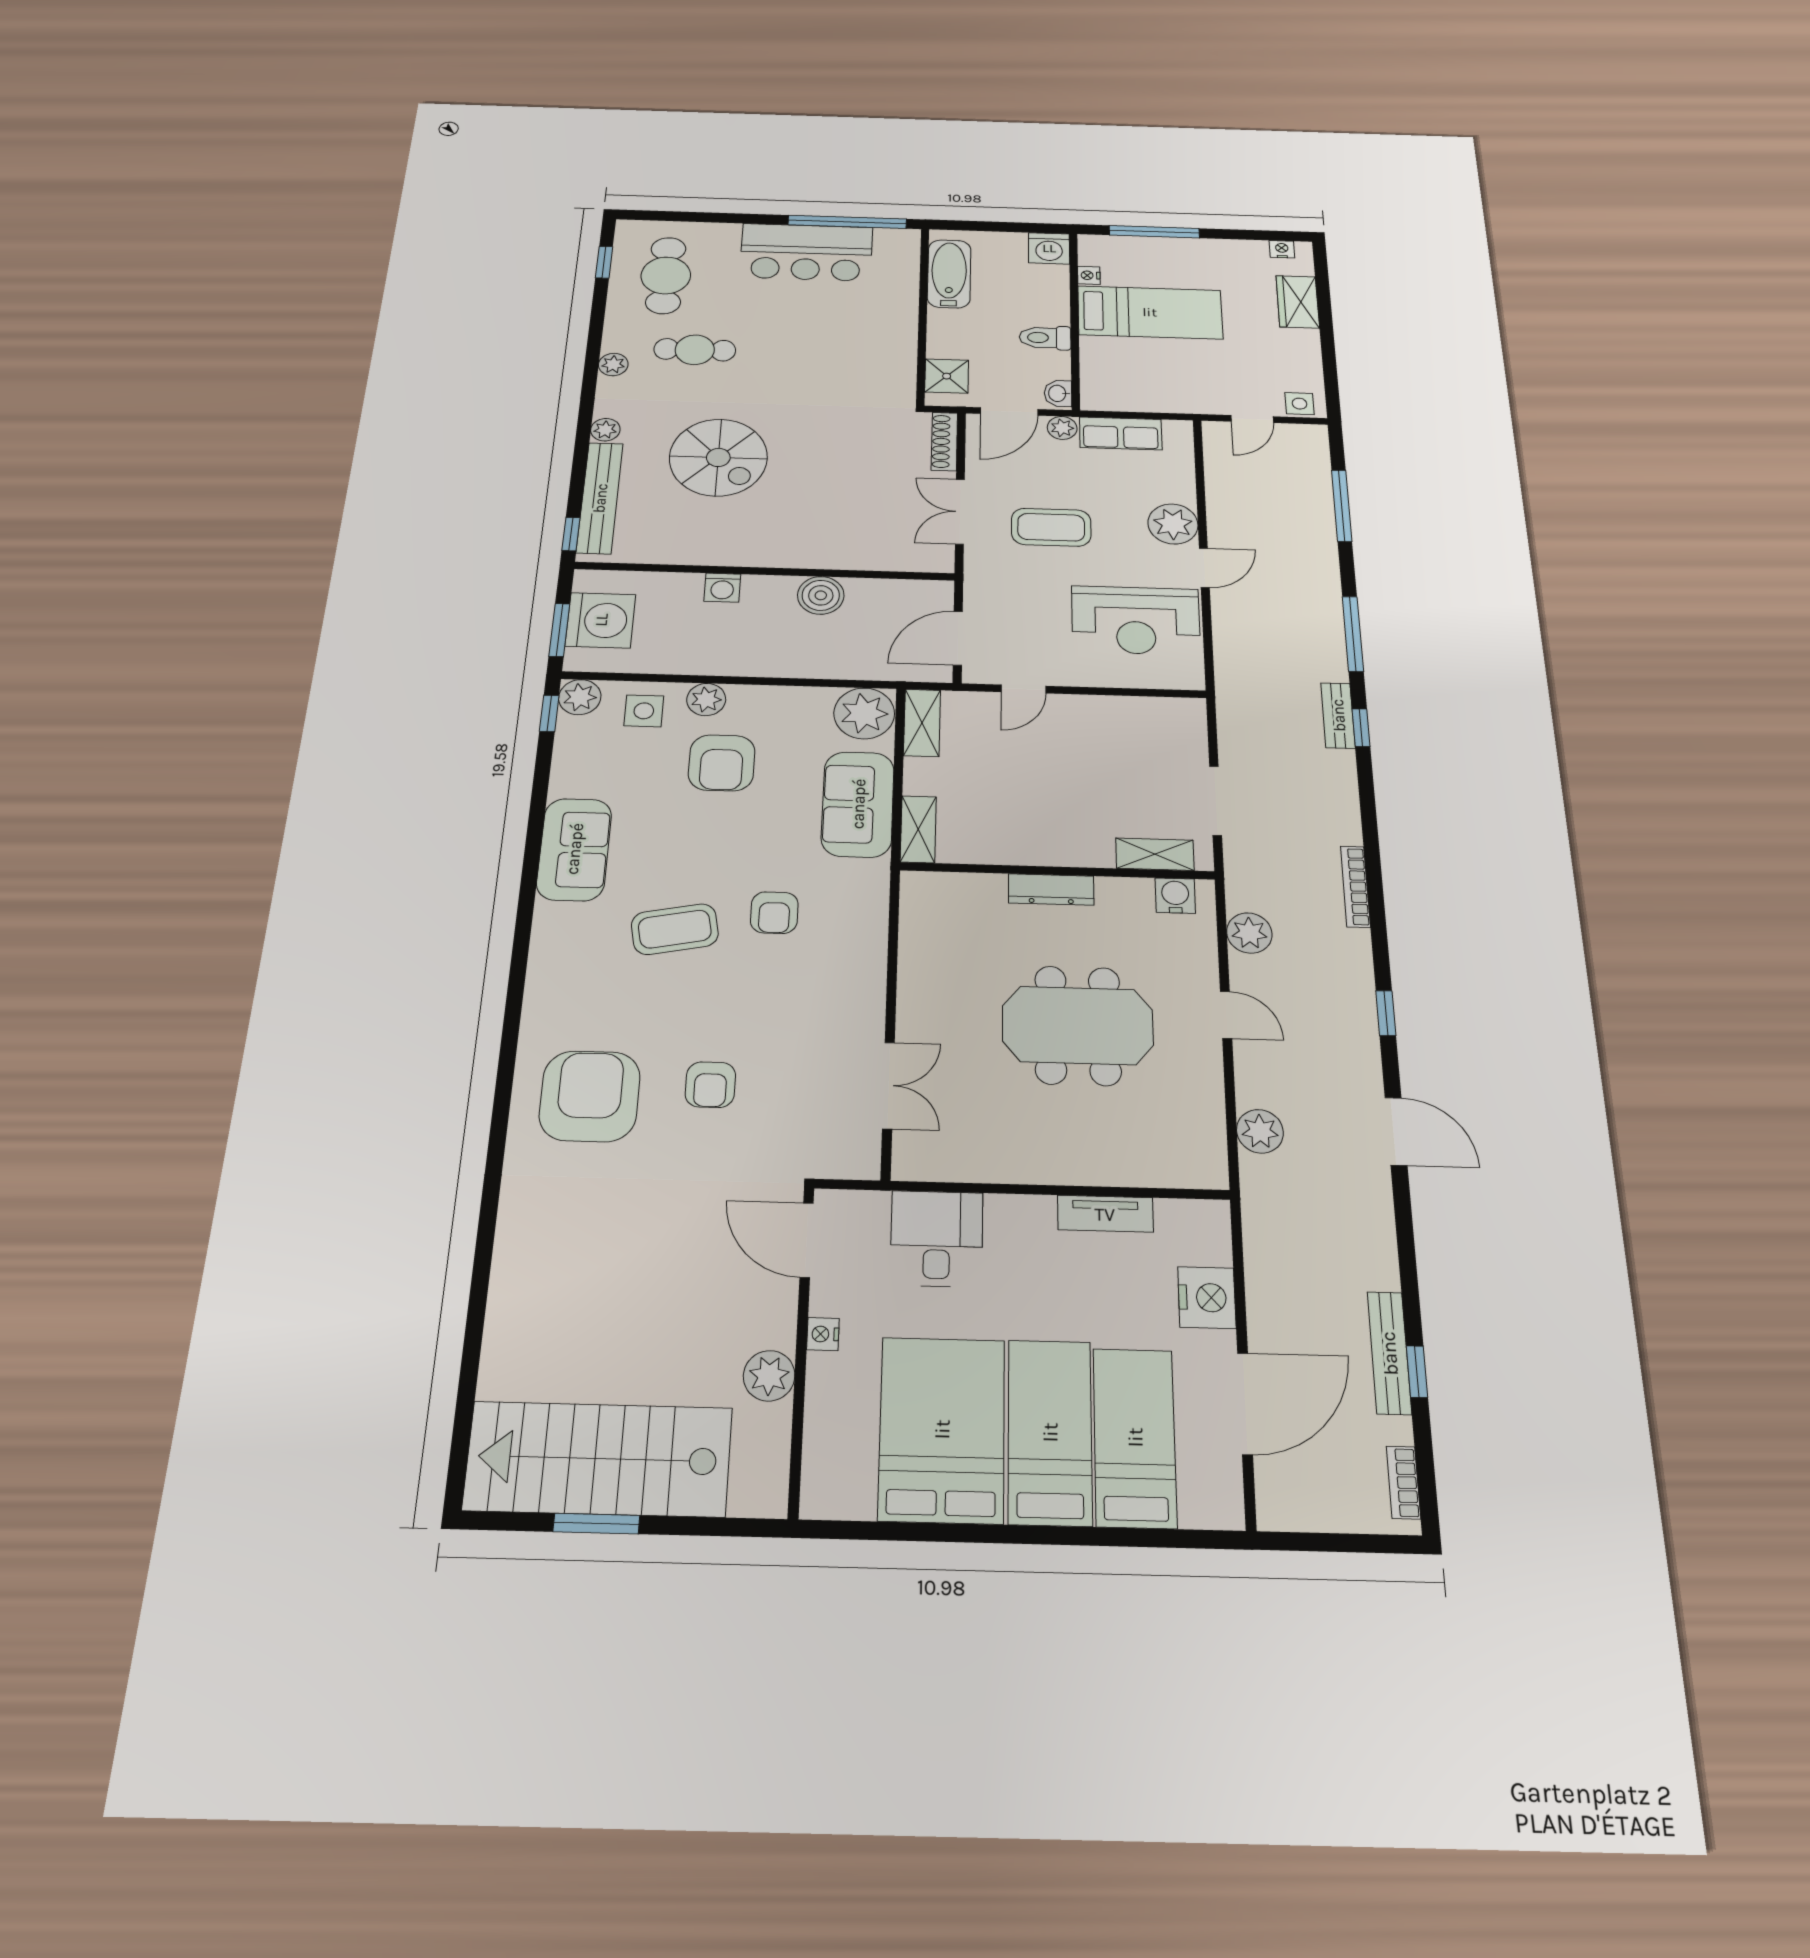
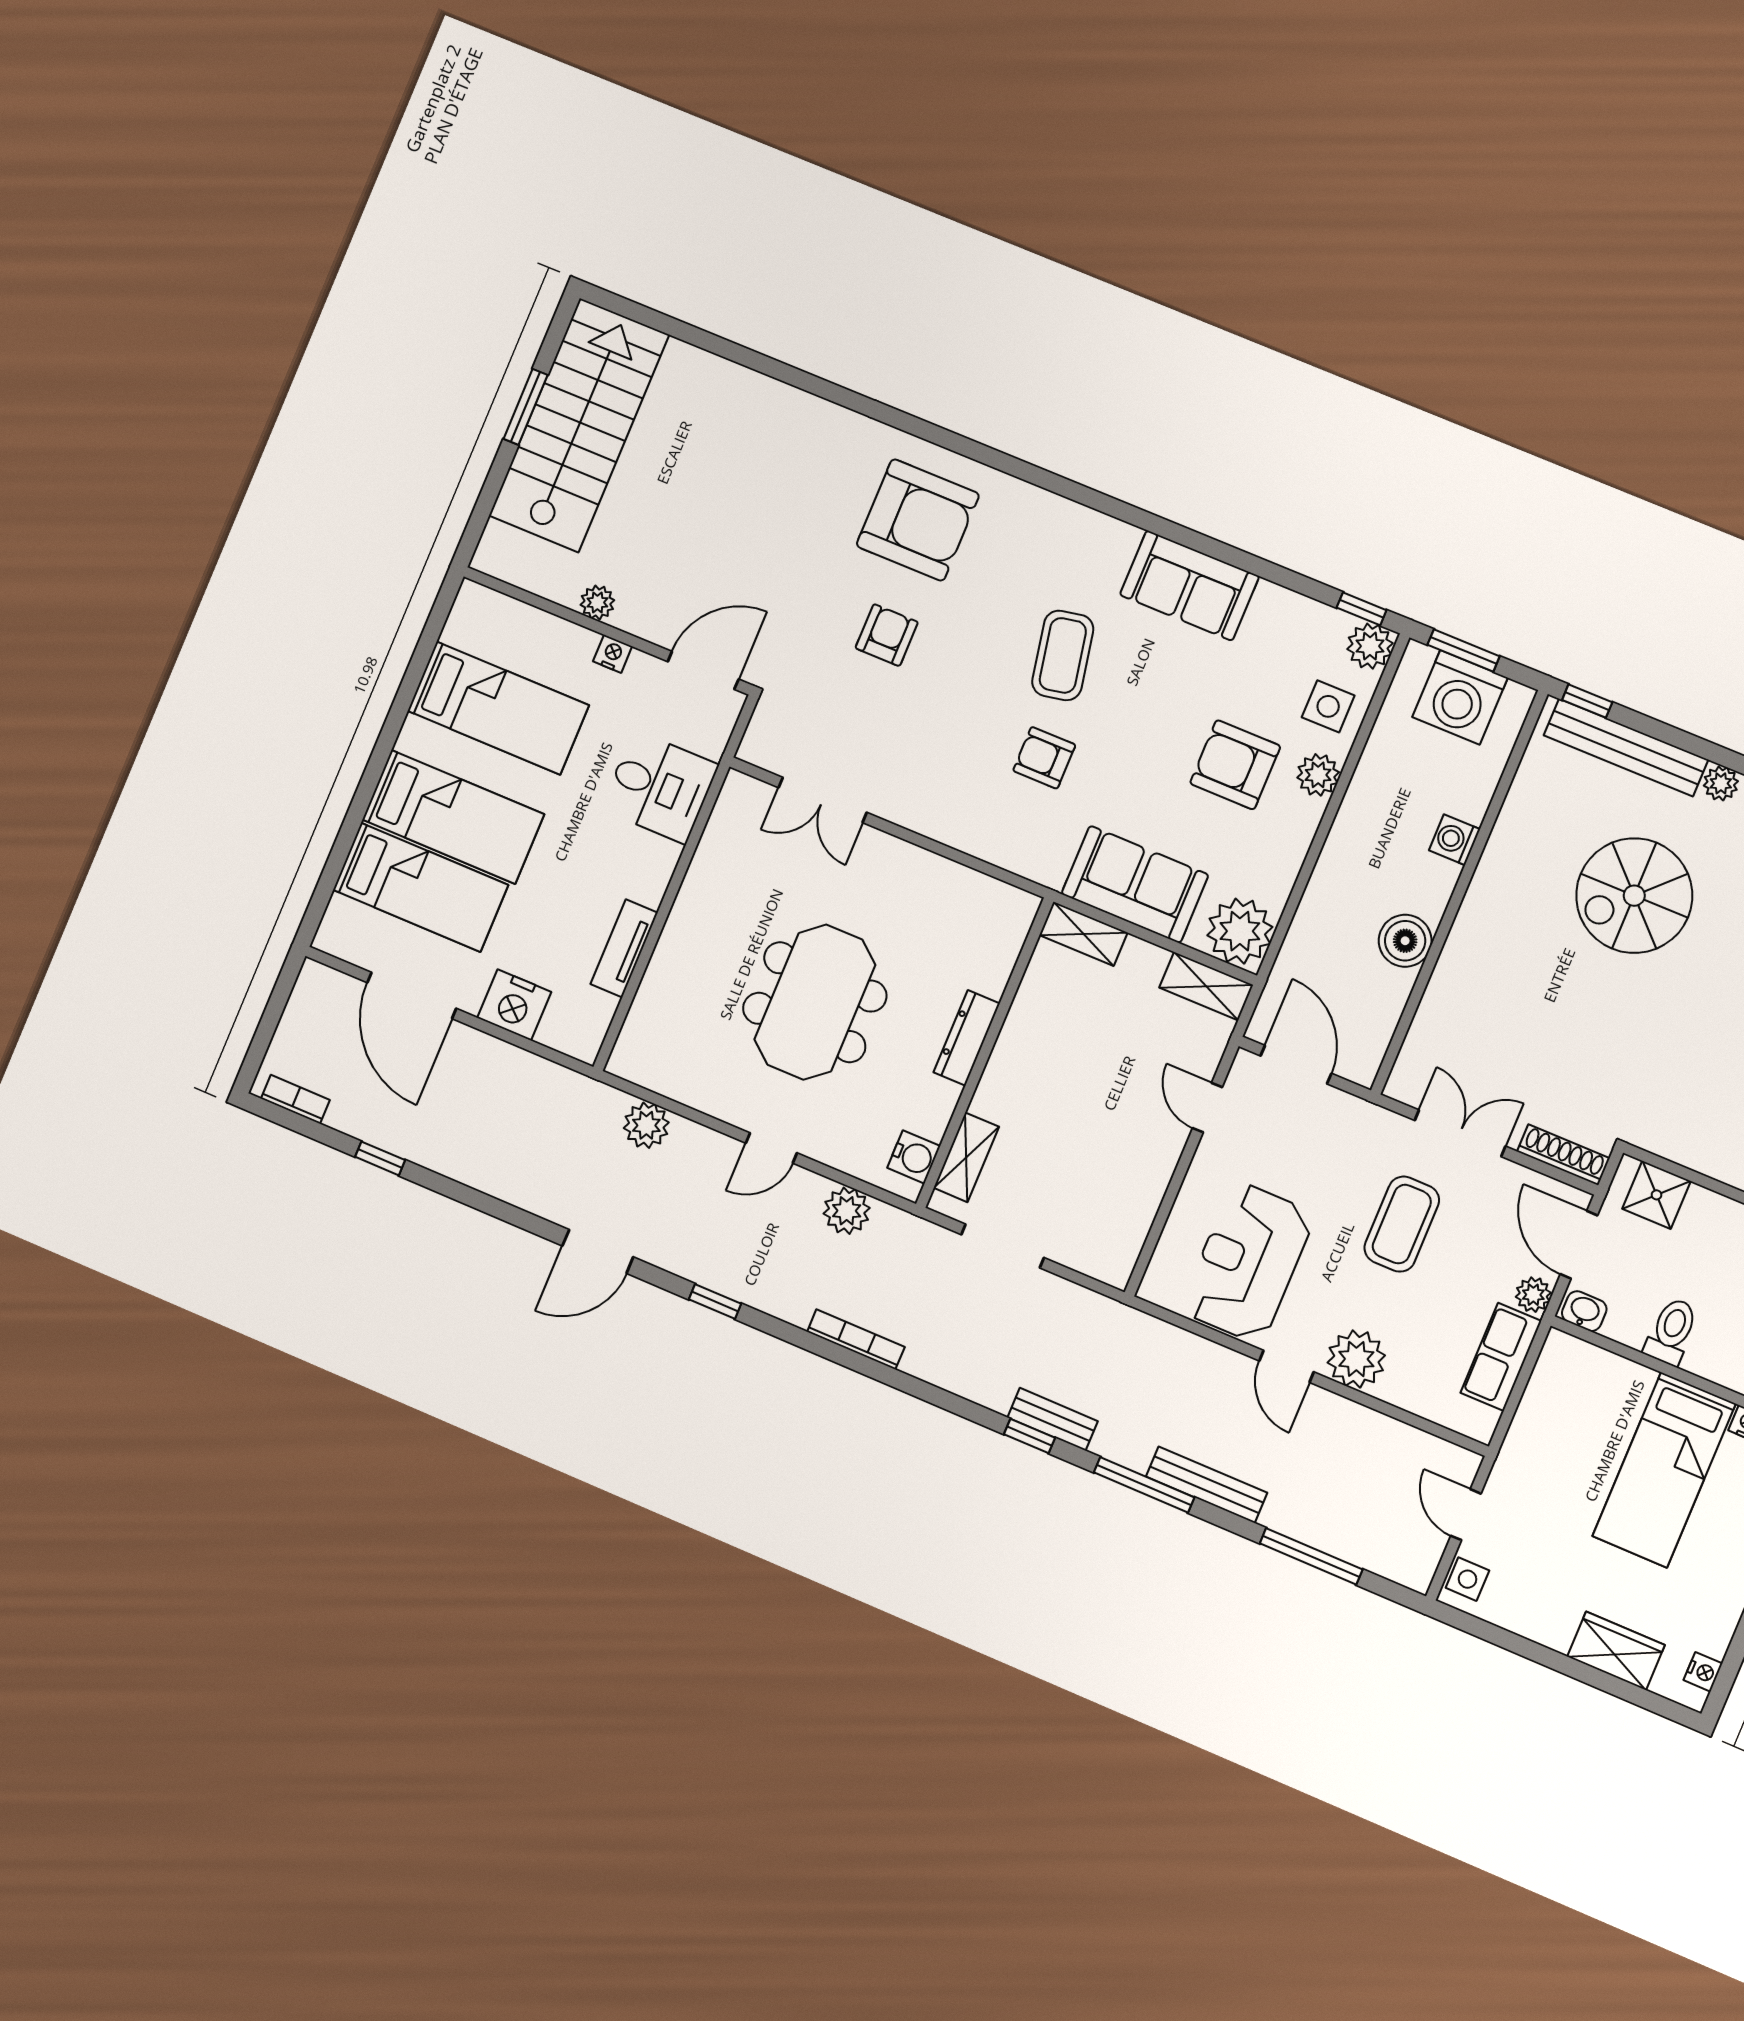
armchair: (710, 1085) -> (887, 635), turned 90
bench: (1389, 1353) -> (1206, 1485), moved
plant: (769, 1376) -> (597, 602), width x0.73, depth x0.73
bed: (942, 1429) -> (498, 708), width x0.67

